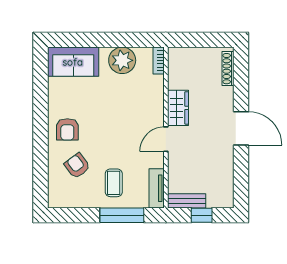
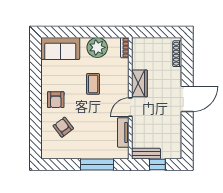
door: (241, 128) -> (187, 99), hinge flipped
coffee table: (114, 183) -> (93, 84), moved
tv unit: (157, 188) -> (123, 132), moved

